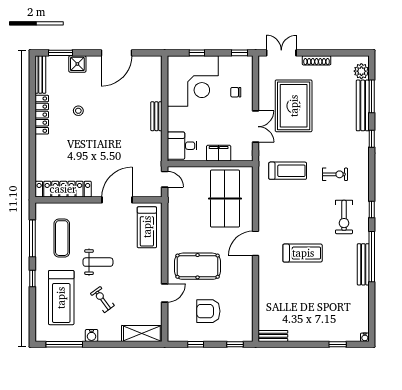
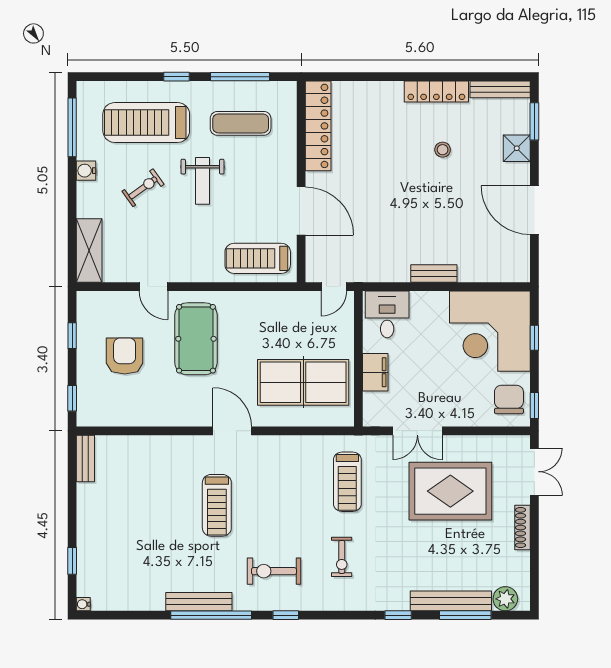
chair: (236, 92) -> (509, 399), moved, width x1.87, depth x1.87

